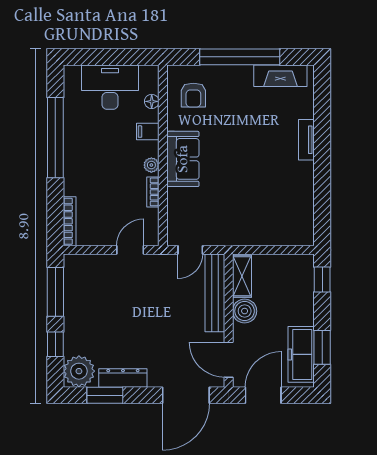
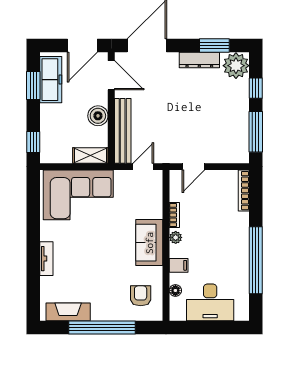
corner sofa: (268, 216) -> (78, 195), added
shelving: (242, 276) -> (90, 155), moved, turned 90

